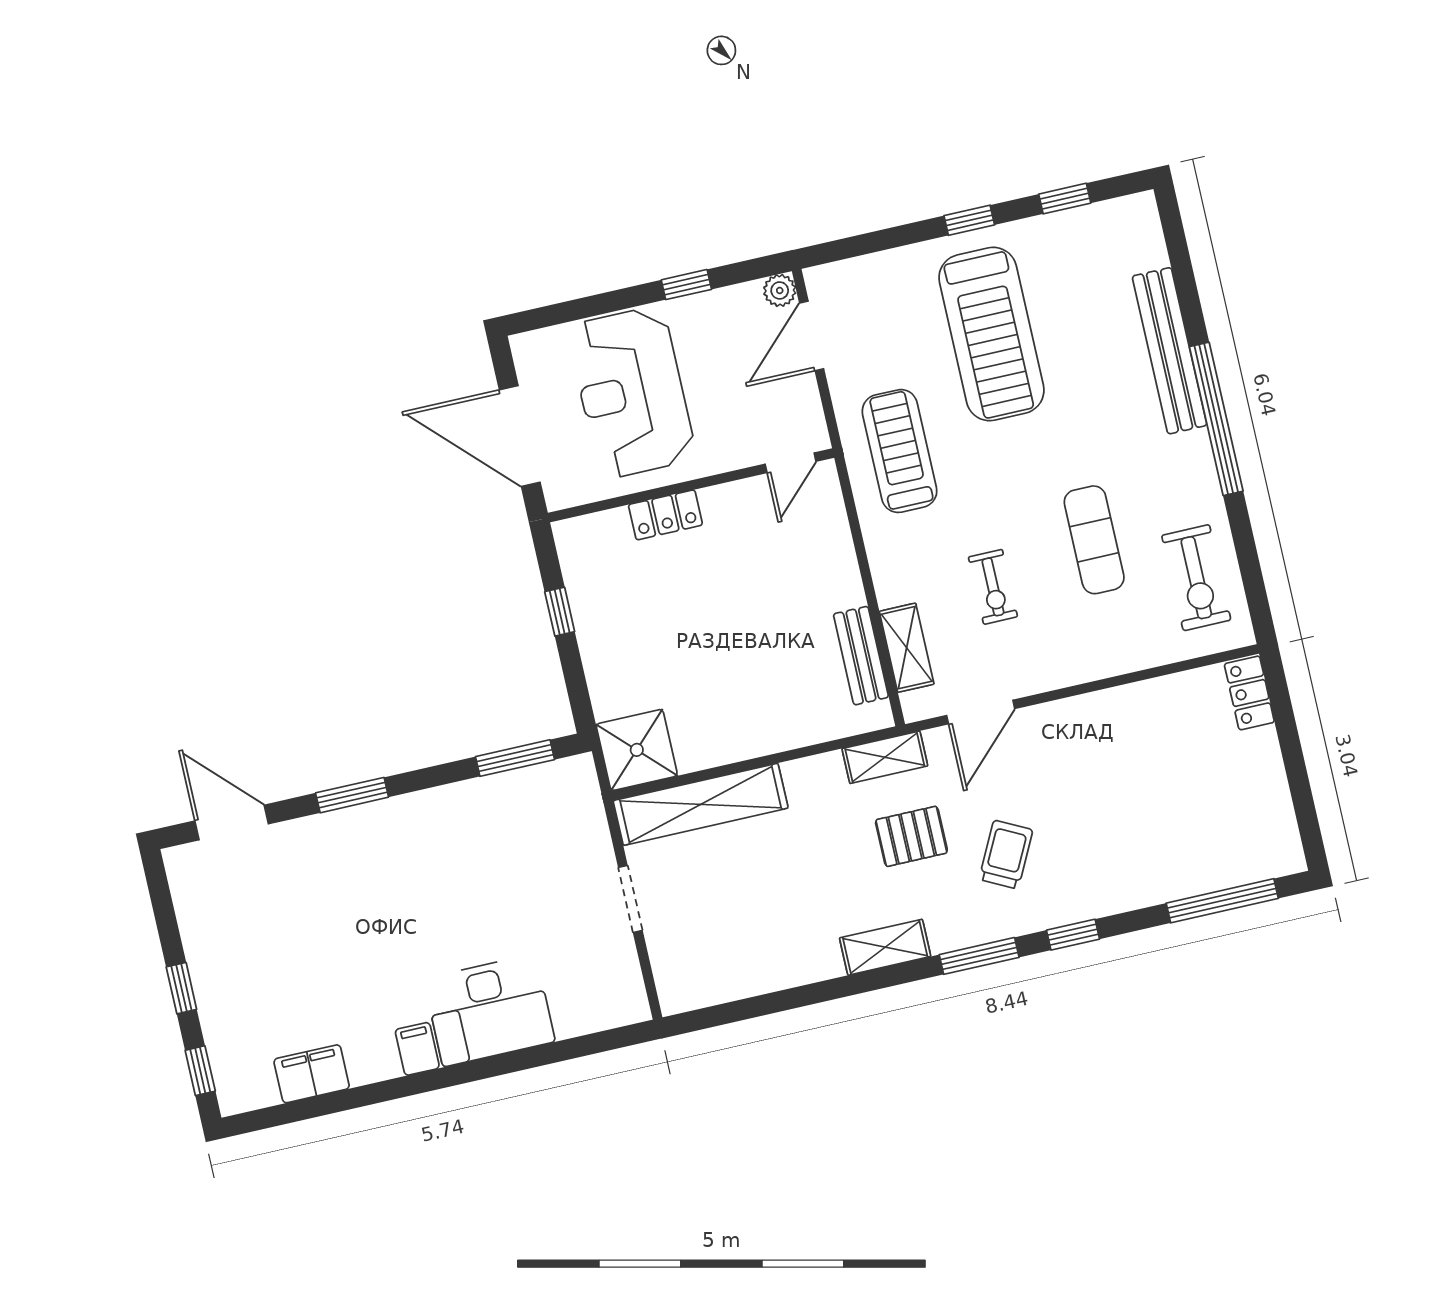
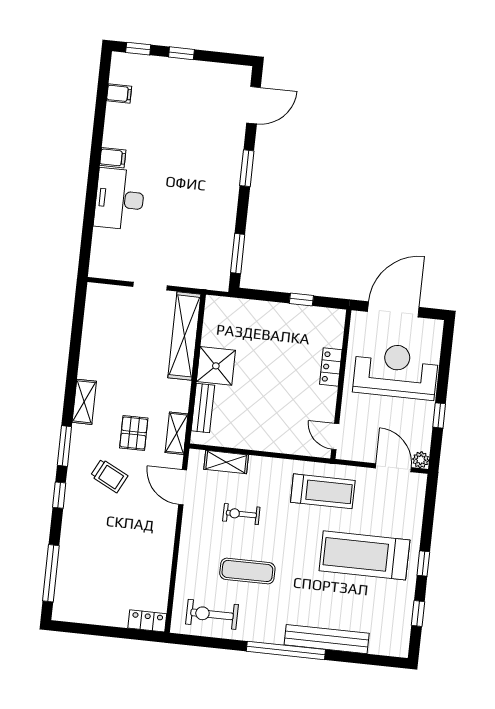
bench: (861, 656) -> (203, 408), moved, turned 90
shower: (637, 750) -> (216, 366), moved
filing cabinet: (312, 1074) -> (119, 94), width x0.50

